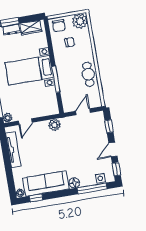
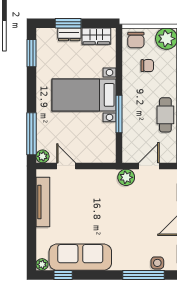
door: (25, 122) -> (66, 166), swing flipped
plant: (54, 125) -> (126, 177), moved
floor lamp: (74, 183) -> (120, 263), removed

